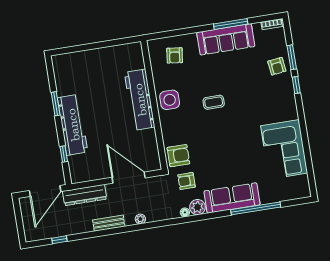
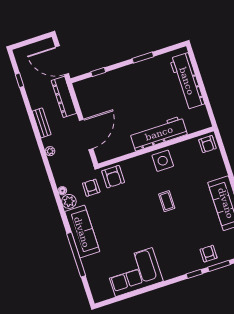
armchair: (175, 55) -> (207, 144), moved, turned -97
armchair: (277, 66) -> (209, 254), turned 97
workbench: (73, 125) -> (187, 81), moved, turned 90

